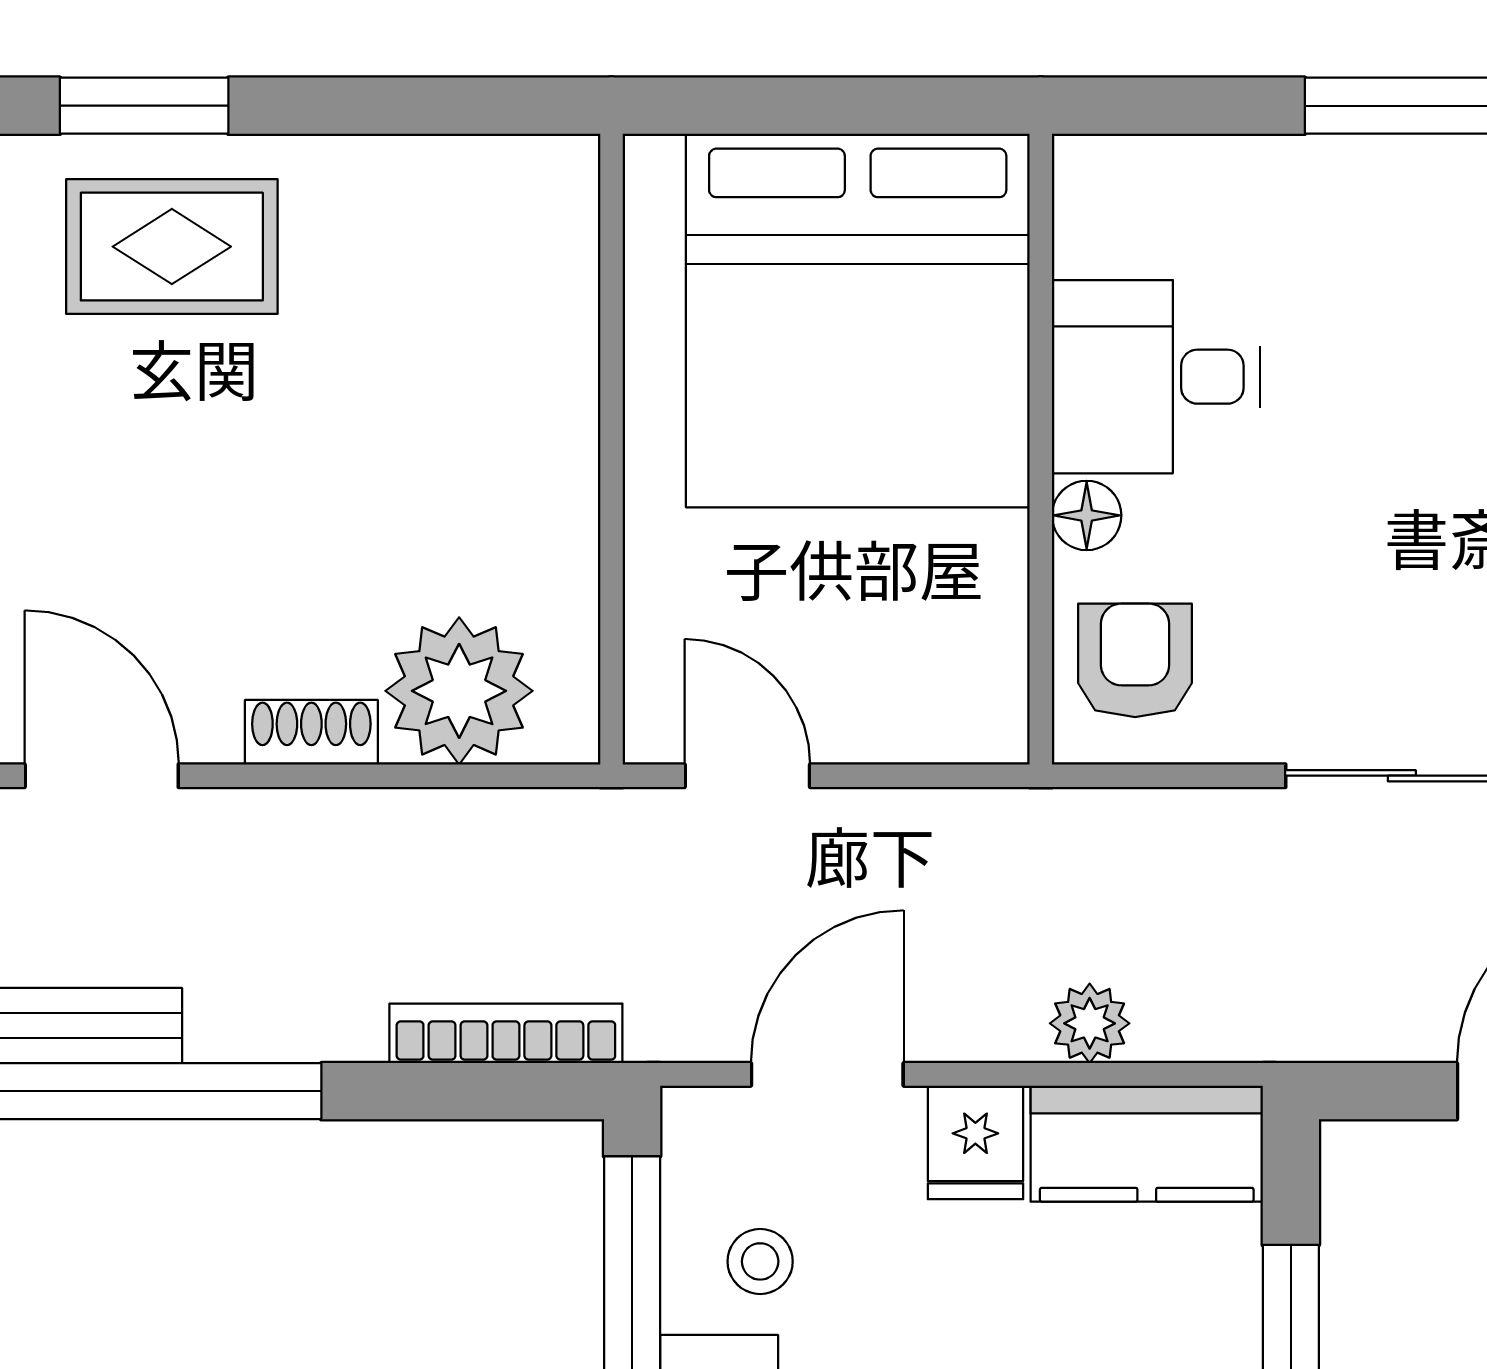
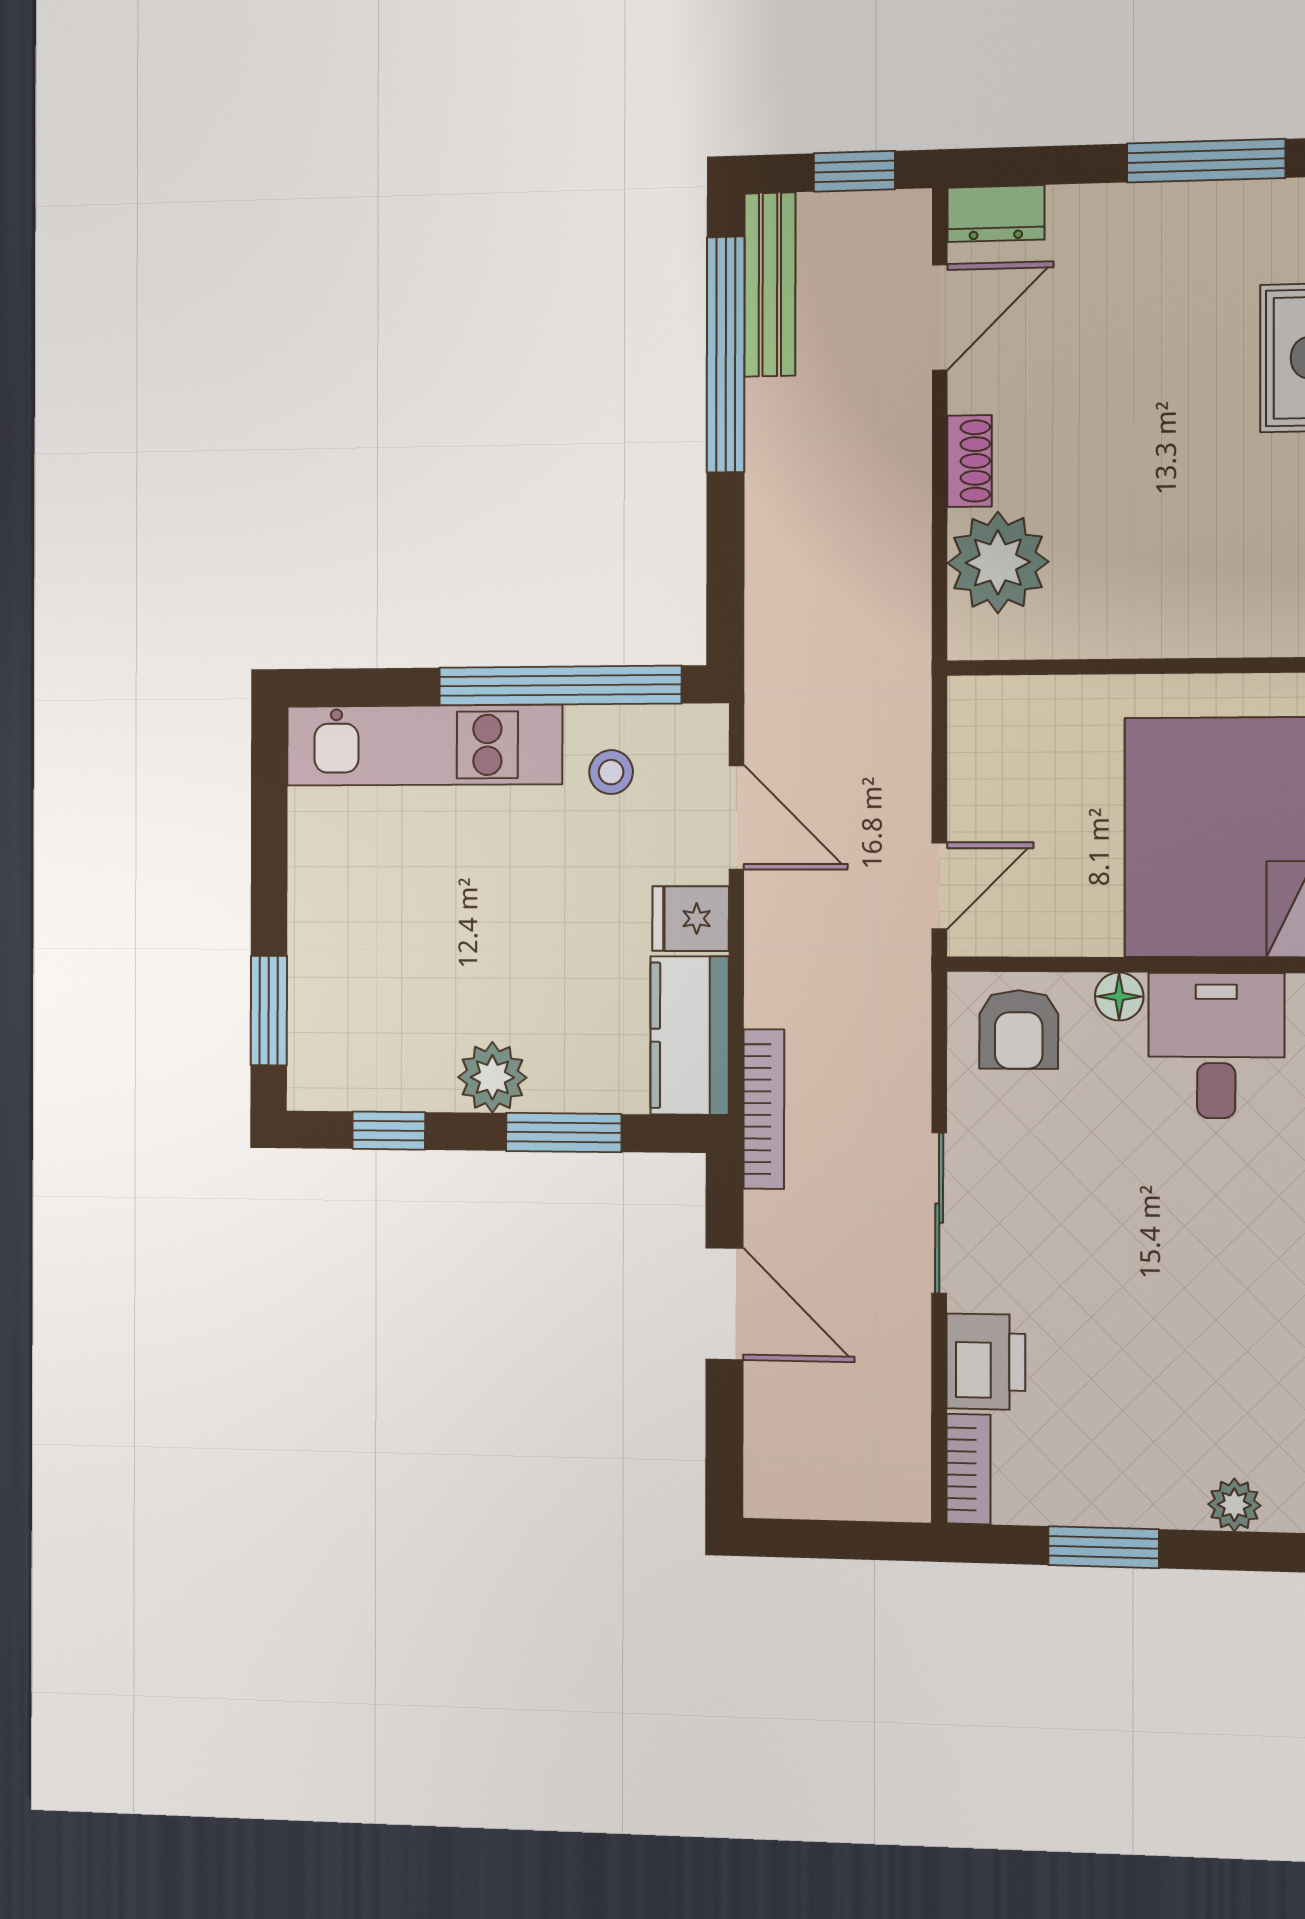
armchair: (1135, 660) -> (1019, 1029), turned 90
door: (747, 776) -> (939, 886), moved
plant: (1090, 1023) -> (771, 997), removed
bookcase: (506, 1033) -> (764, 1109), moved

